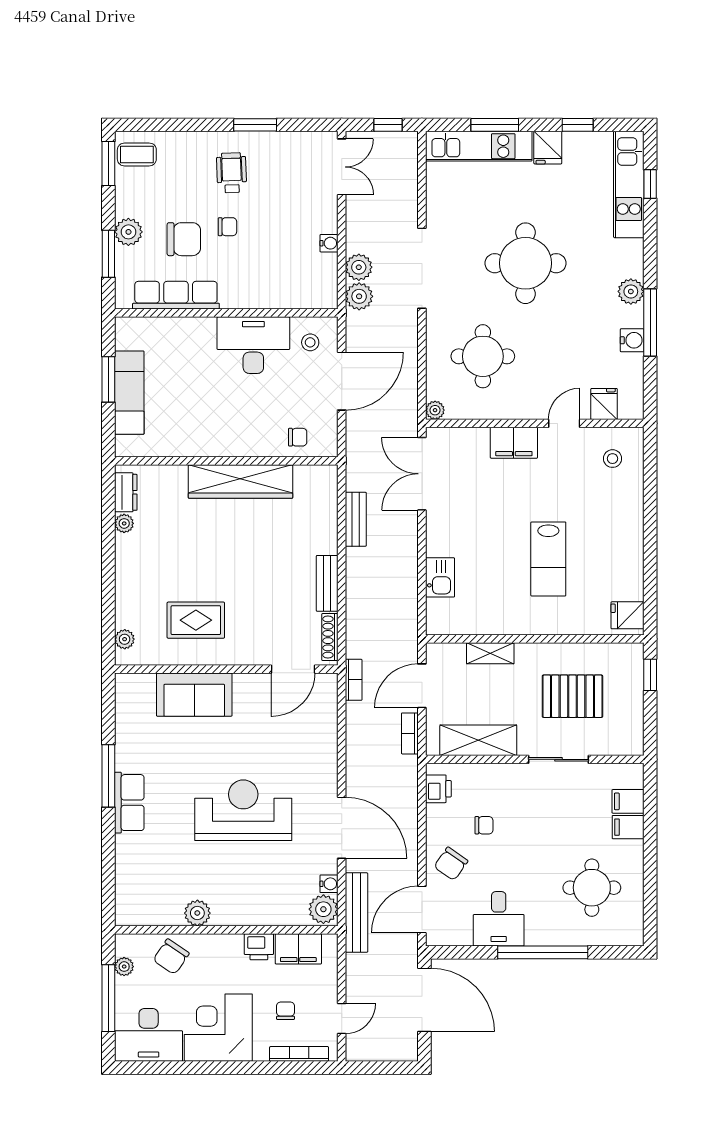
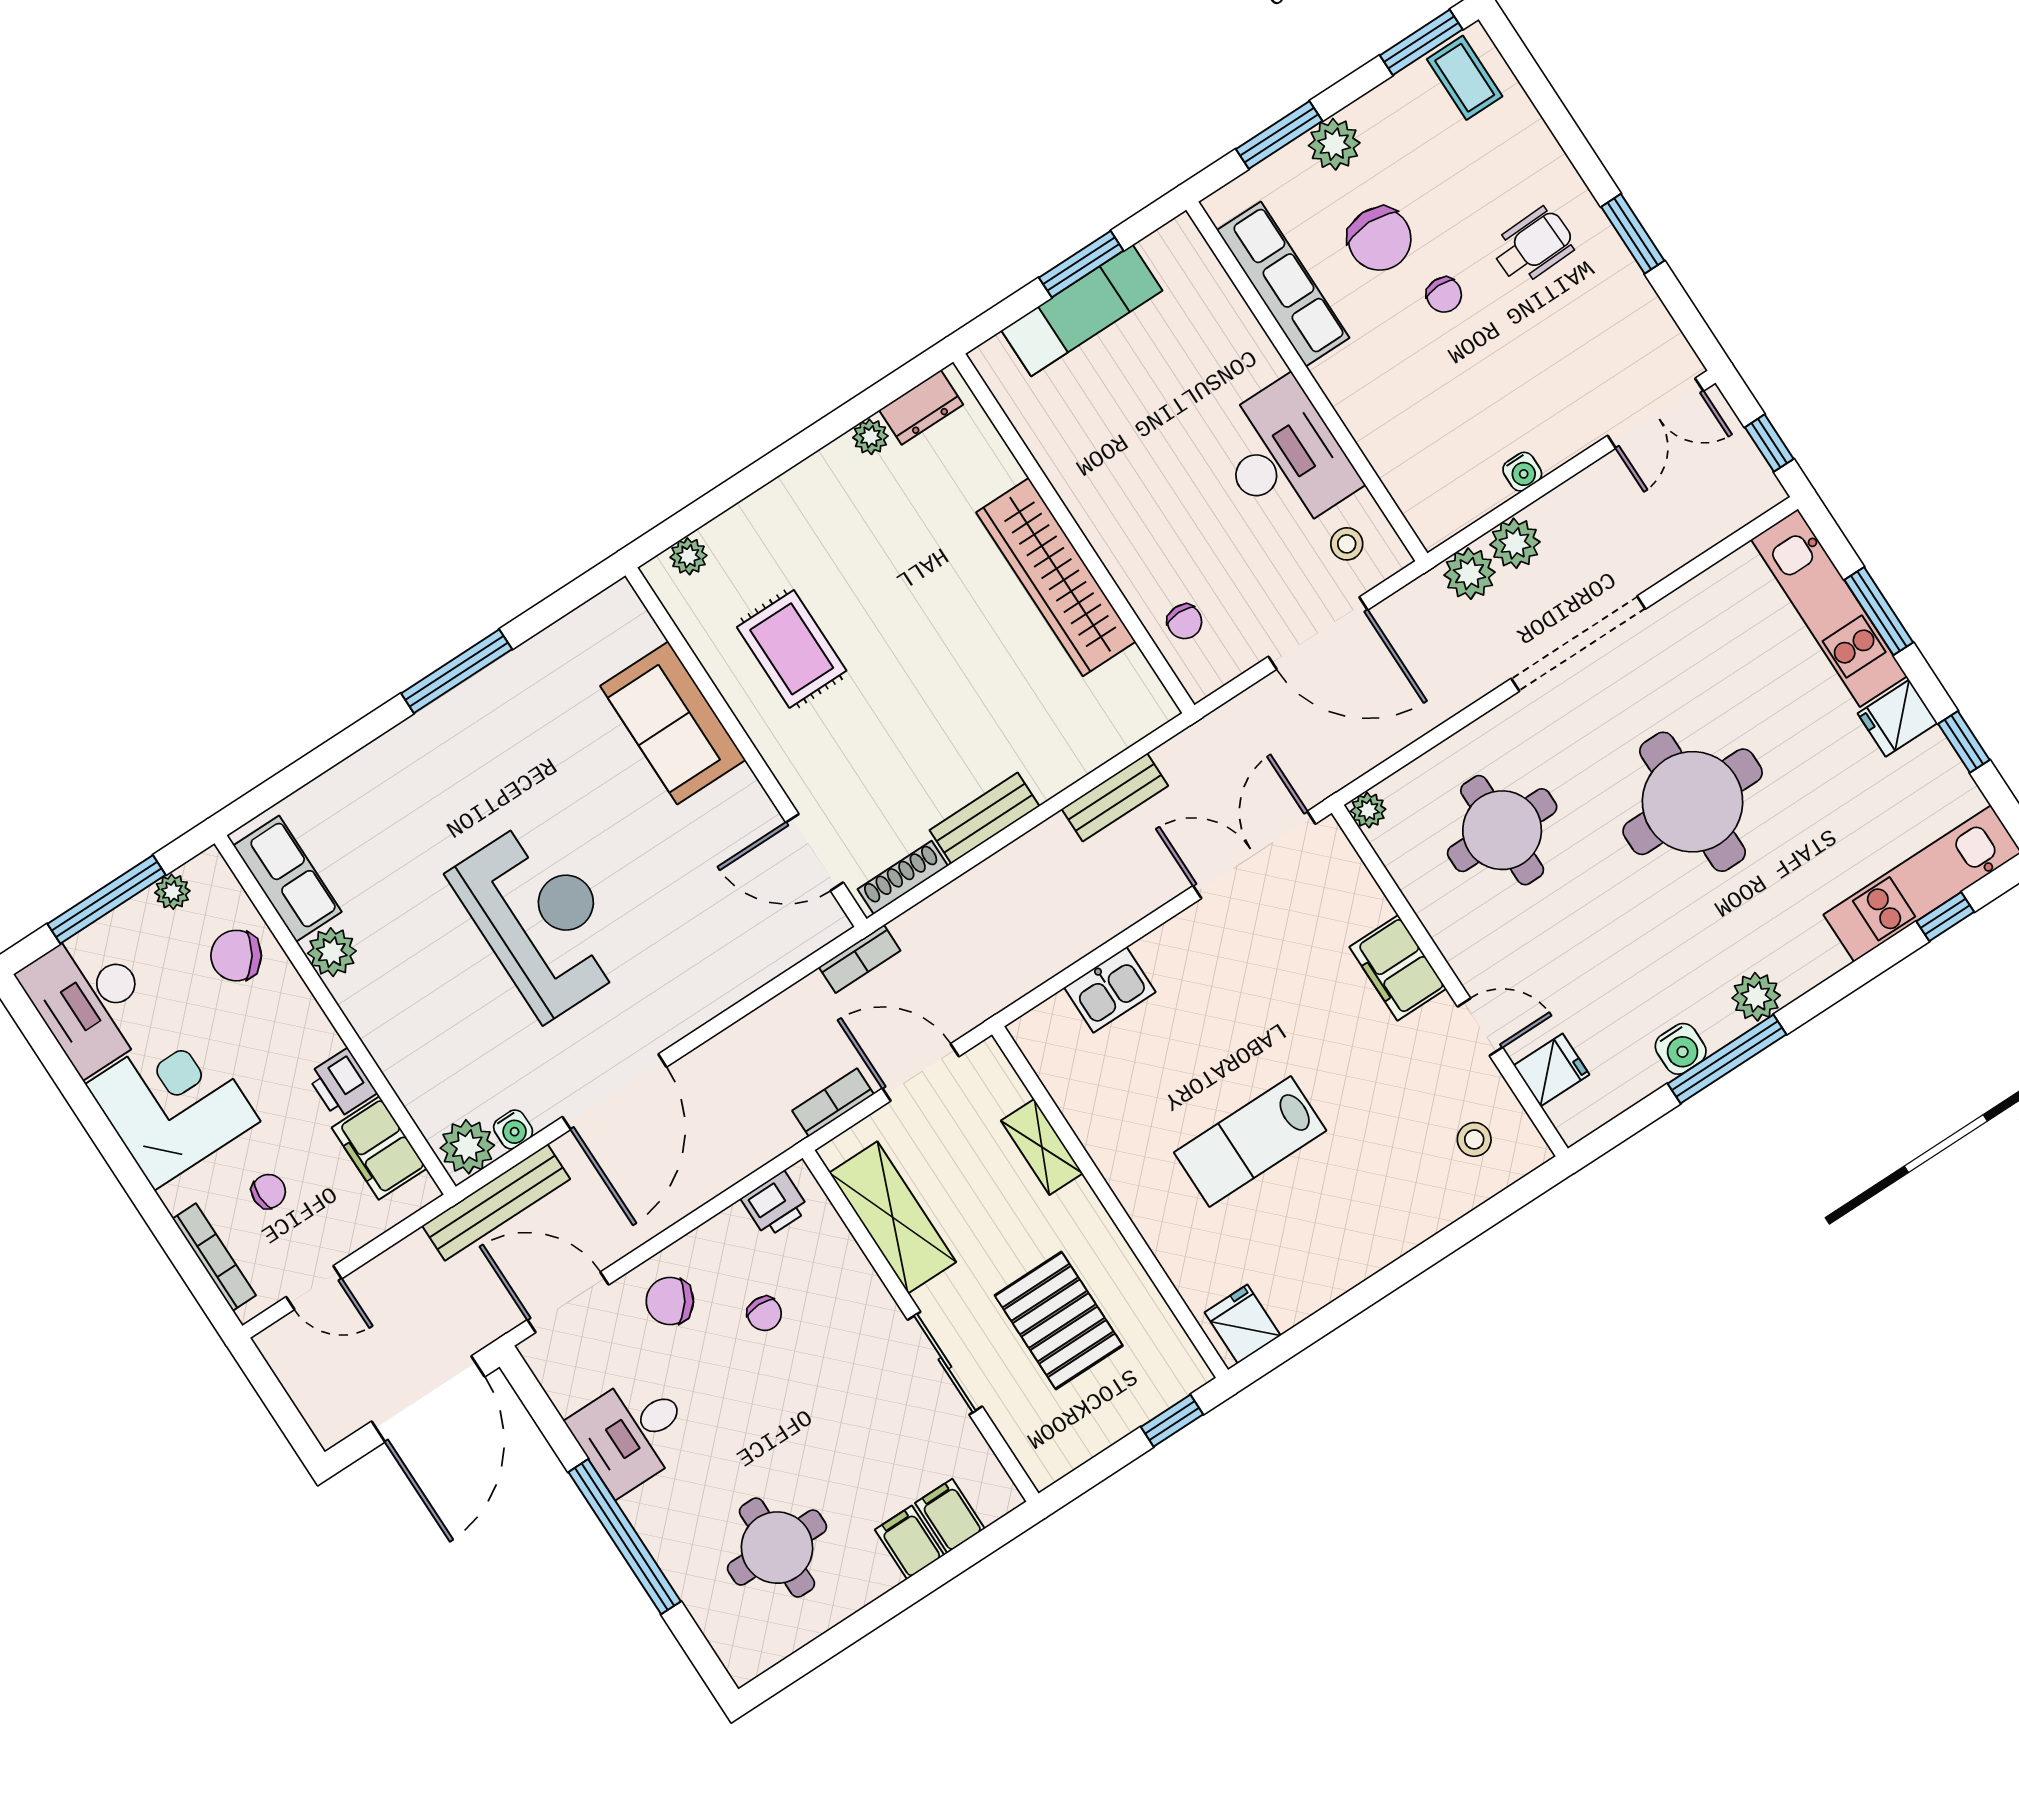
row of seats: (129, 803) -> (288, 879), moved, turned -90

